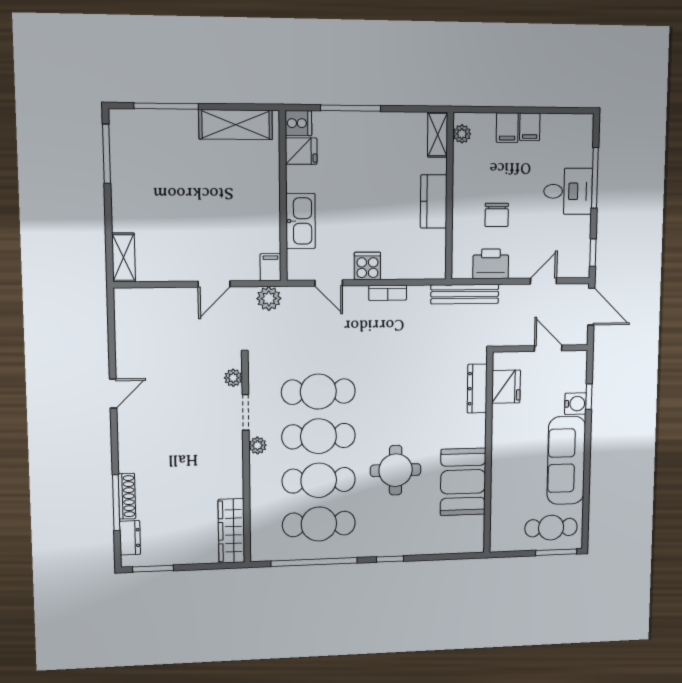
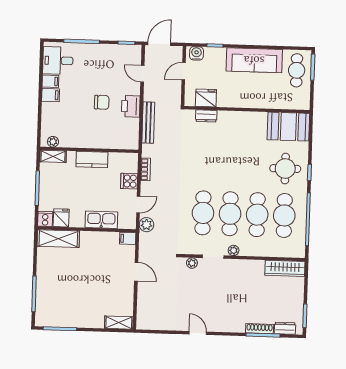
shelving: (236, 125) -> (58, 239), moved, turned 90
plant: (462, 134) -> (53, 142), moved
shelving: (438, 135) -> (53, 156), moved
desk: (568, 191) -> (58, 61), moved, turned -90
wall: (449, 196) -> (89, 150), moved
kitchen counter: (434, 201) -> (92, 160), moved
plant: (269, 298) -> (146, 225), moved
dresser: (477, 389) -> (206, 116), width x0.70
water cooler: (576, 404) -> (196, 53), moved
round table: (396, 470) -> (285, 169), moved
booth: (463, 482) -> (288, 127), moved

